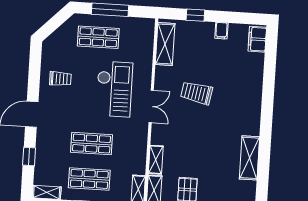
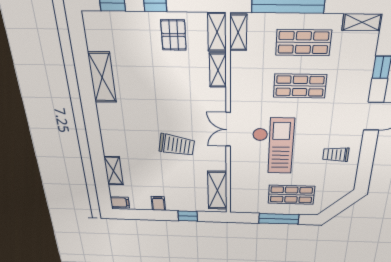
filing cabinet: (257, 39) -> (120, 202), width x0.50
shelving: (257, 68) -> (114, 171), added
checkout: (114, 89) -> (273, 146), turned 180

